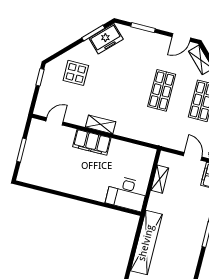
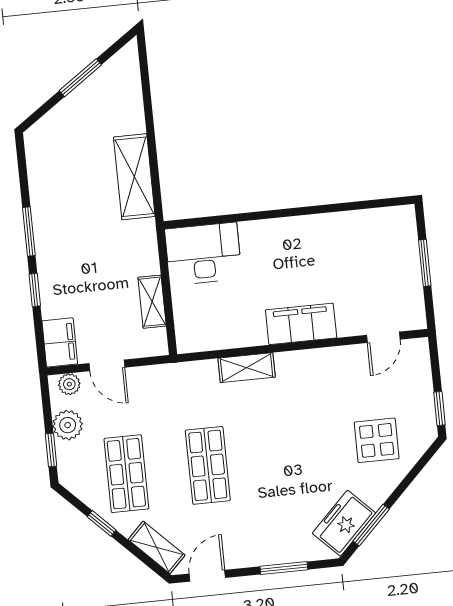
shelving: (101, 124) -> (247, 368), moved
shelving: (146, 243) -> (134, 177), width x0.68

